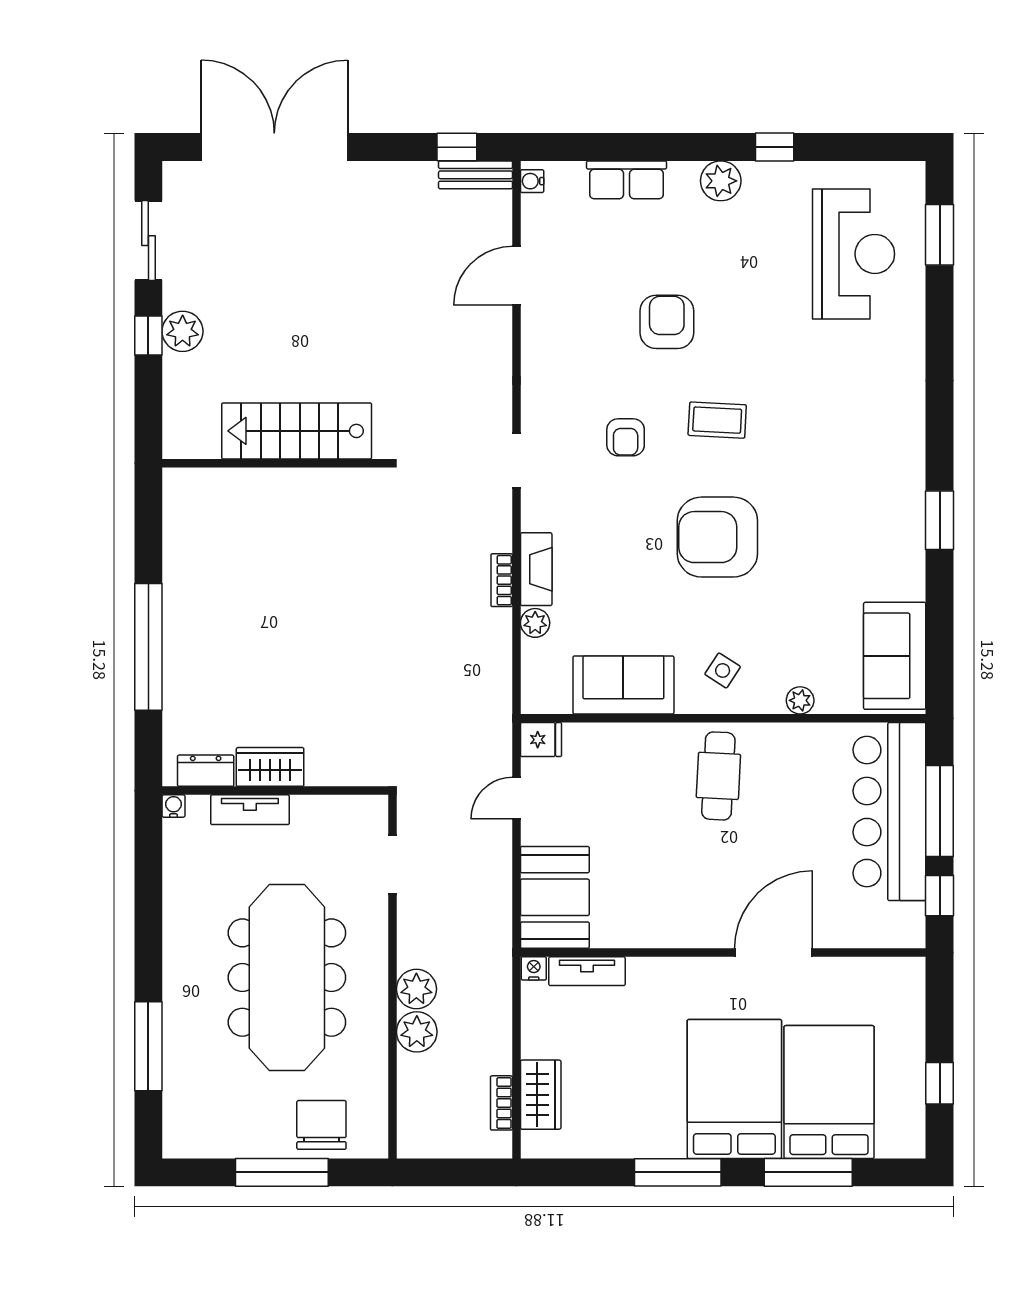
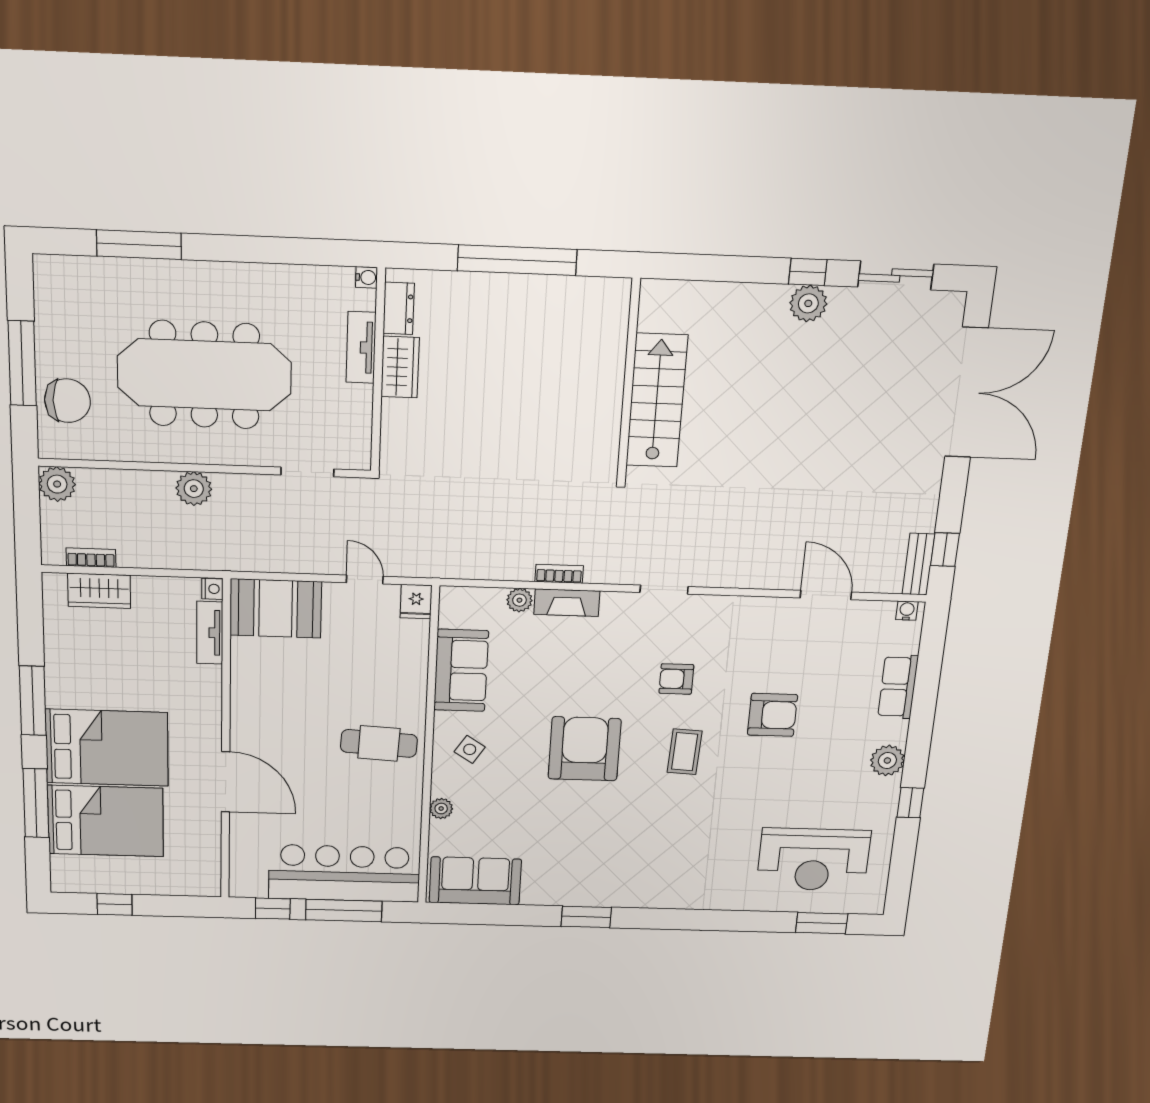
stairs: (297, 431) -> (657, 401), moved
wall: (275, 463) -> (629, 380), moved
plant: (417, 1032) -> (57, 484), moved

